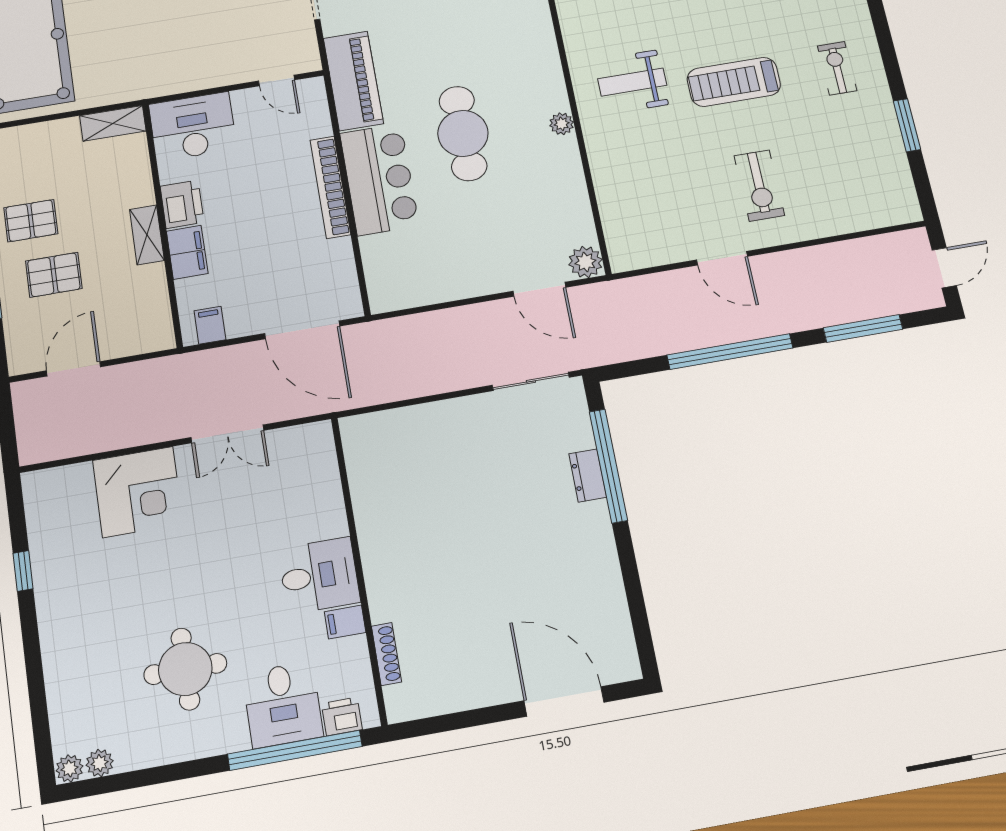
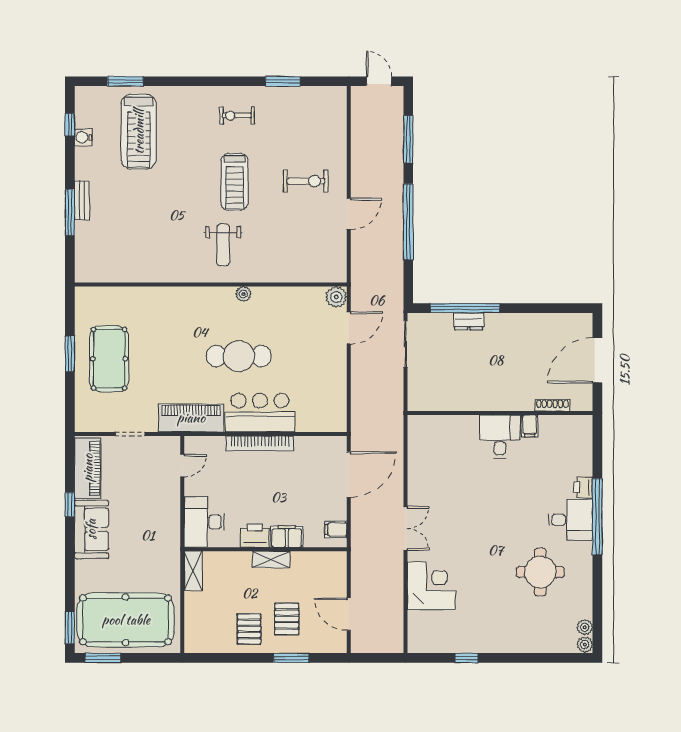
wall: (359, 569) -> (500, 413), moved
desk: (319, 575) -> (500, 437), moved
filing cabinet: (345, 622) -> (530, 426), moved
shoe rack: (387, 654) -> (552, 405), moved

